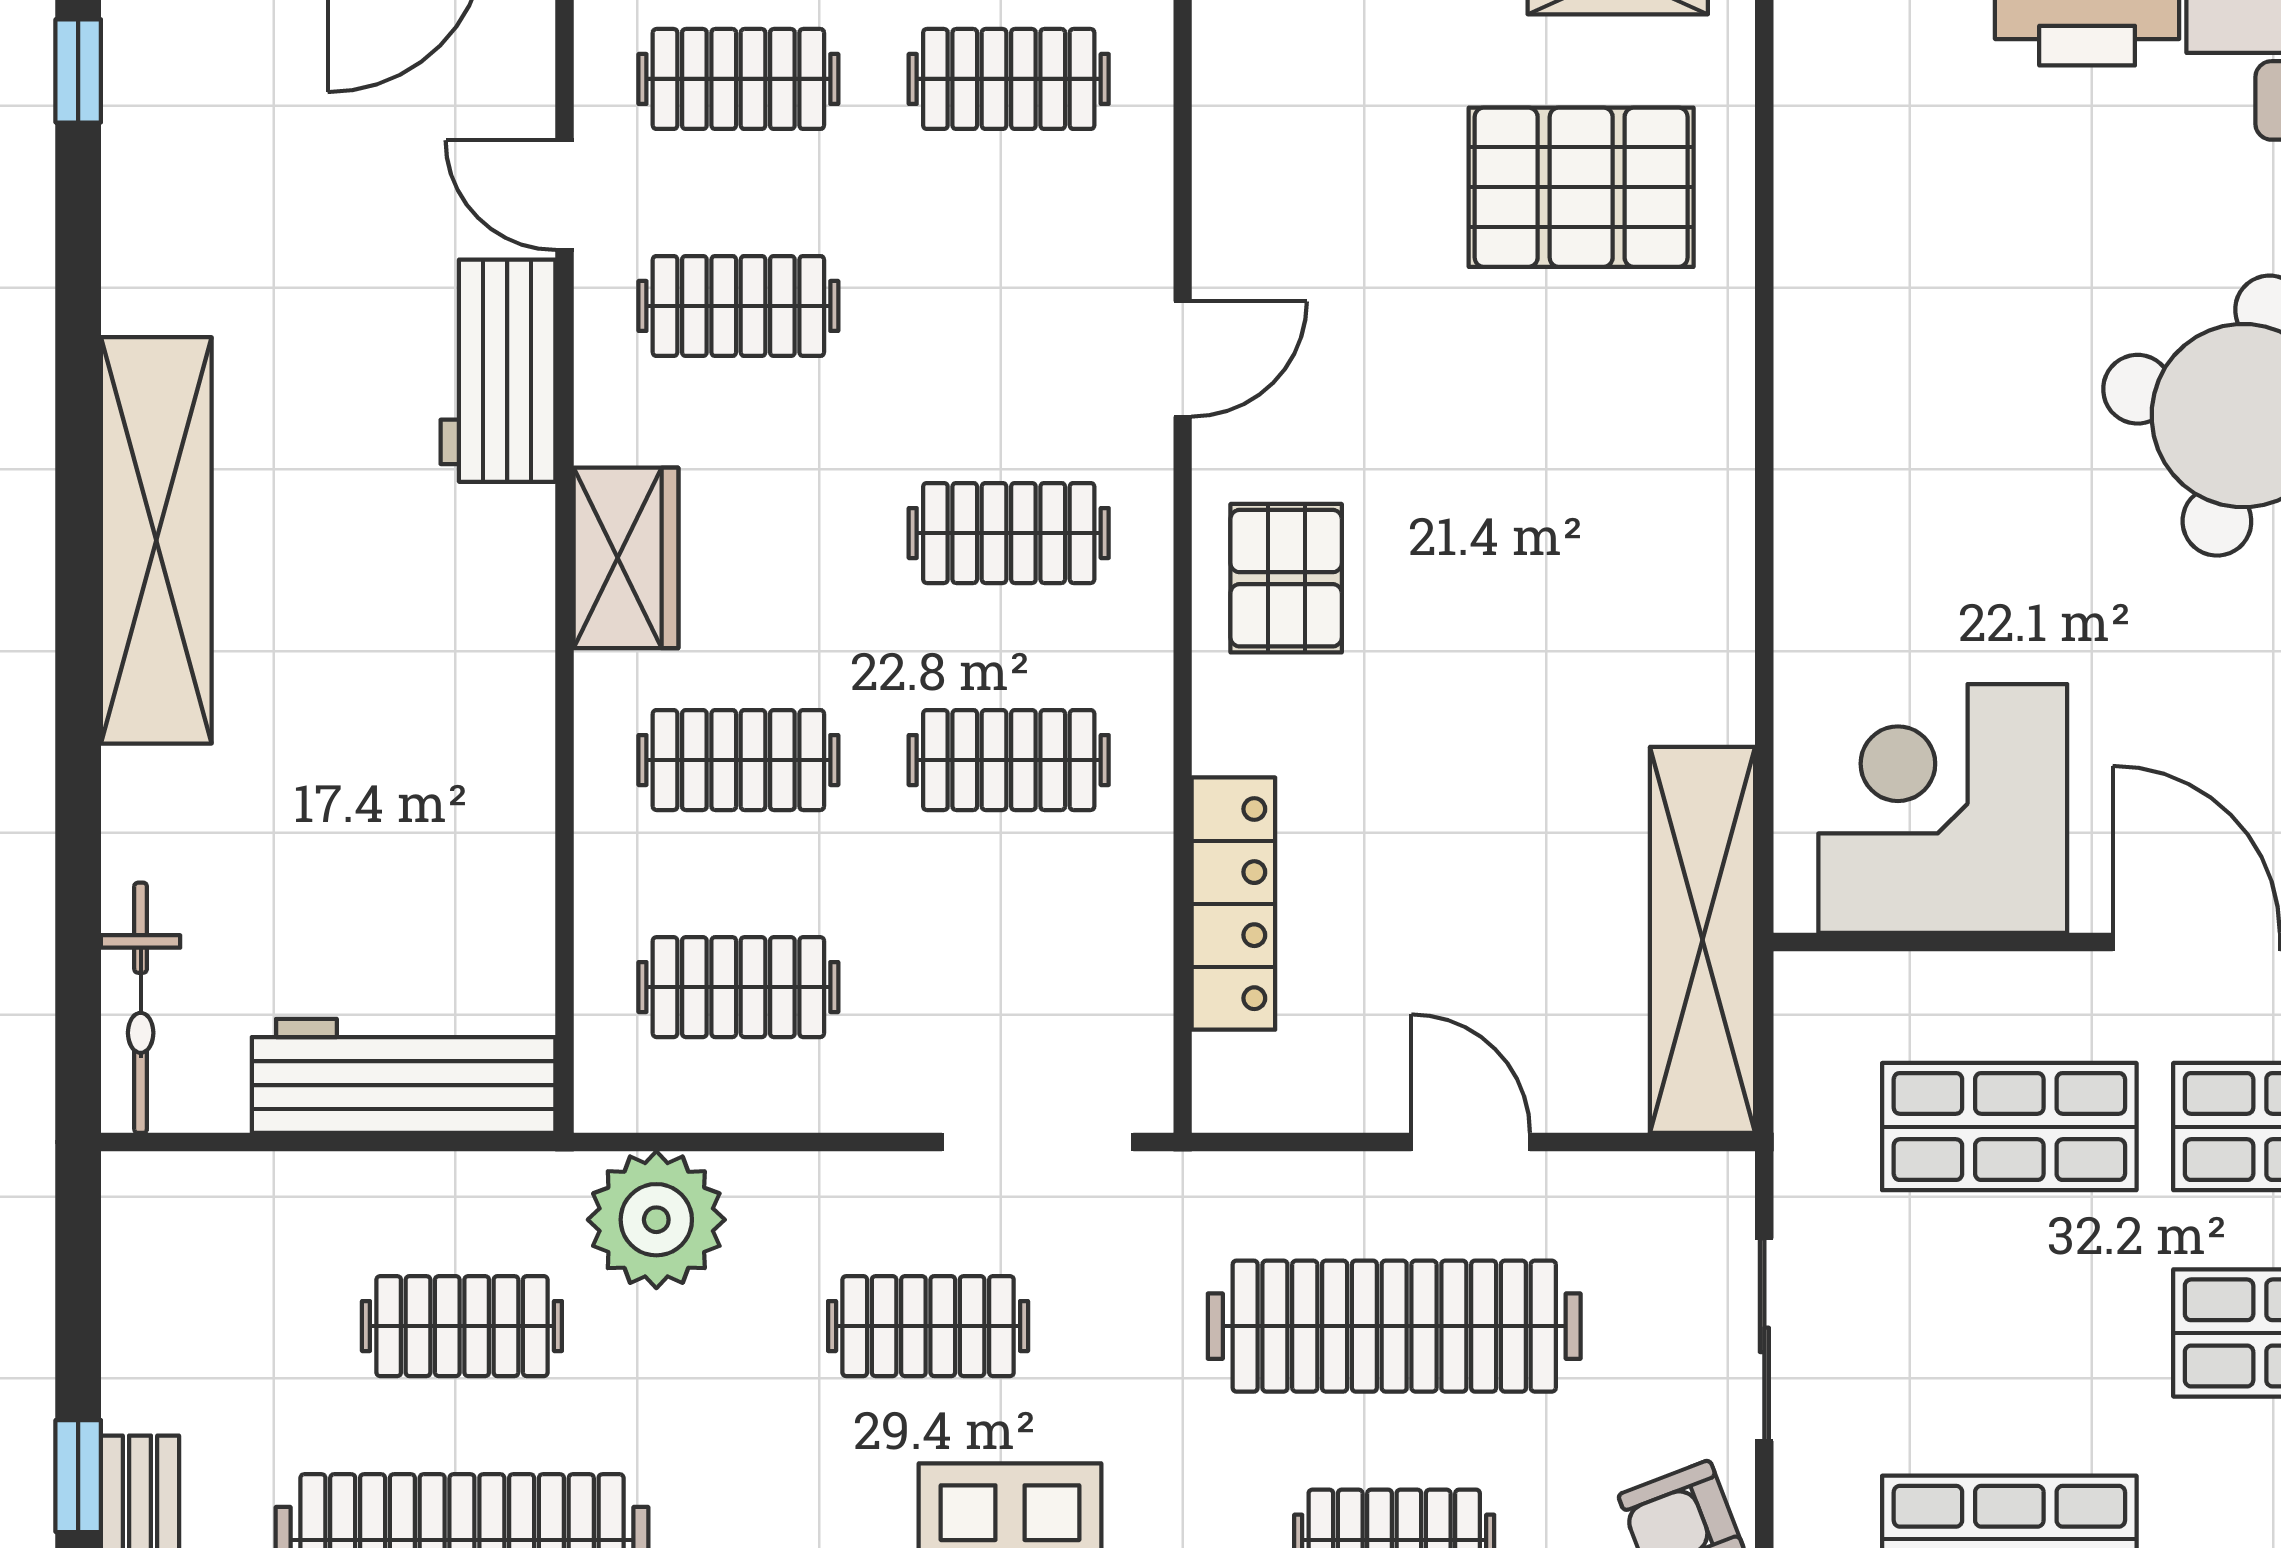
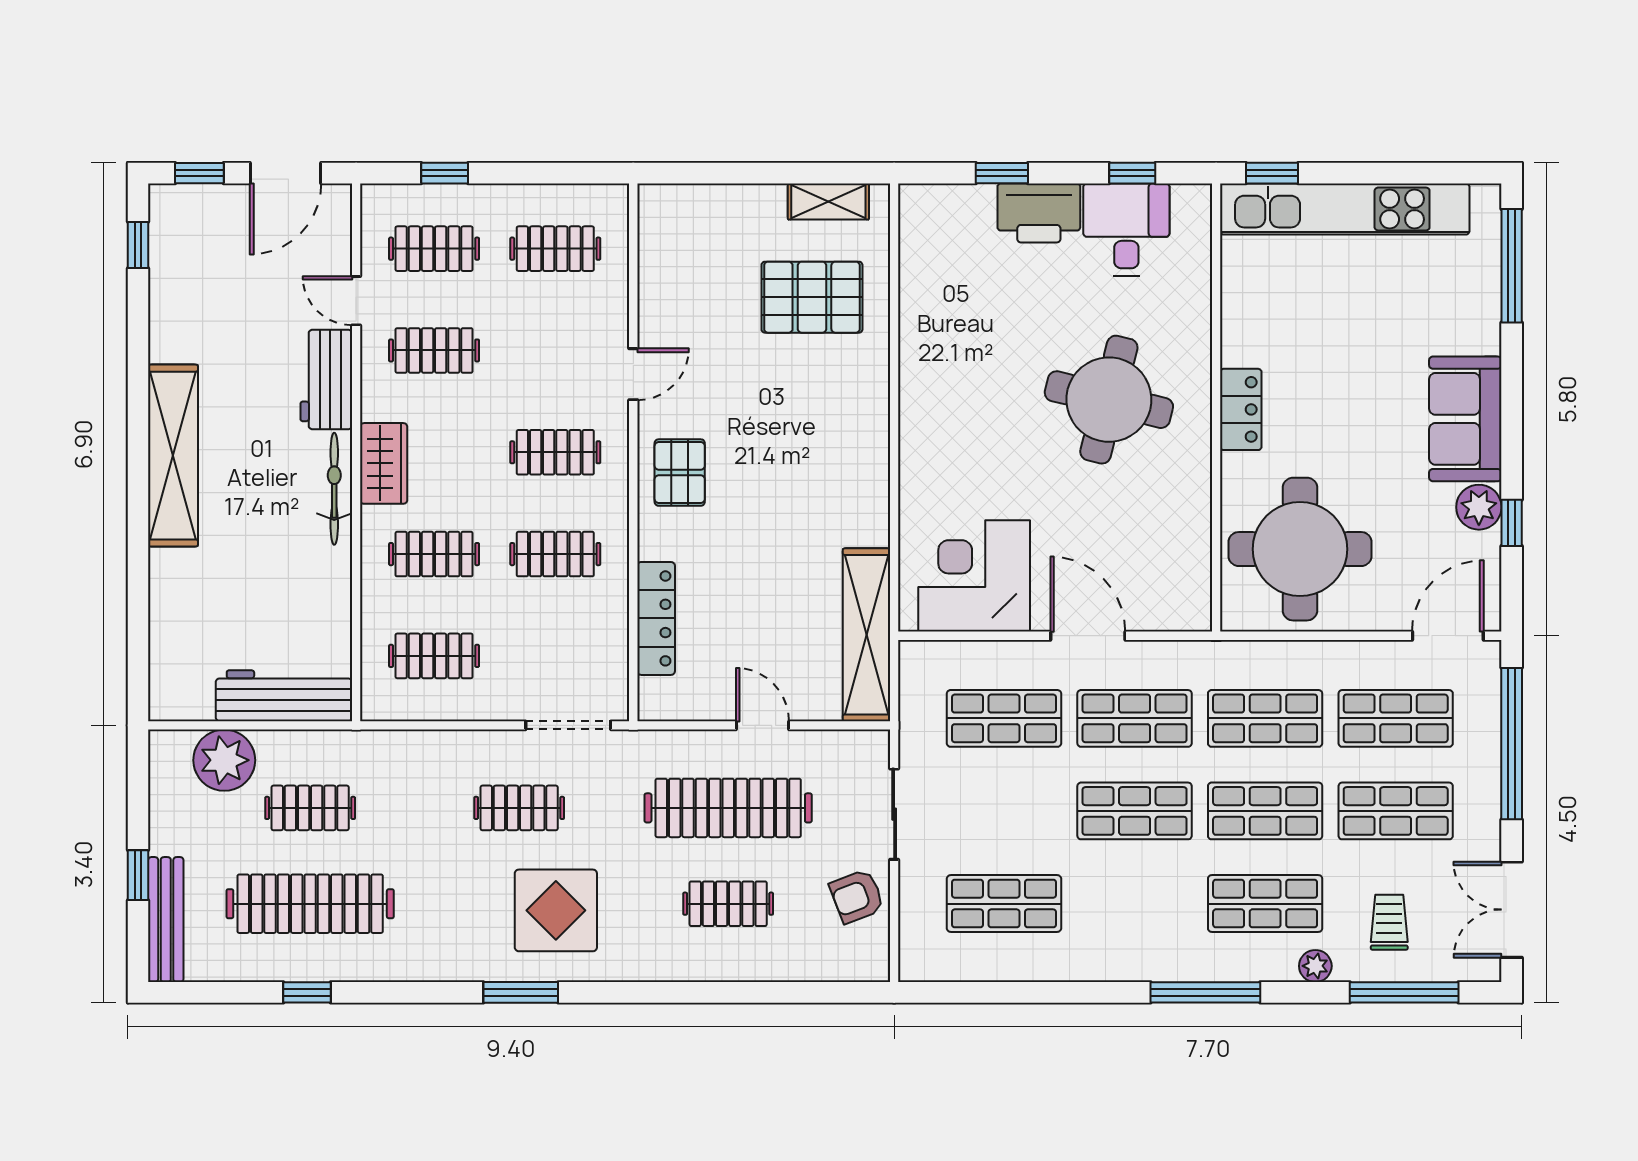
bicycle: (141, 1008) -> (334, 489), moved, turned 180
plant: (656, 1220) -> (224, 760), moved

